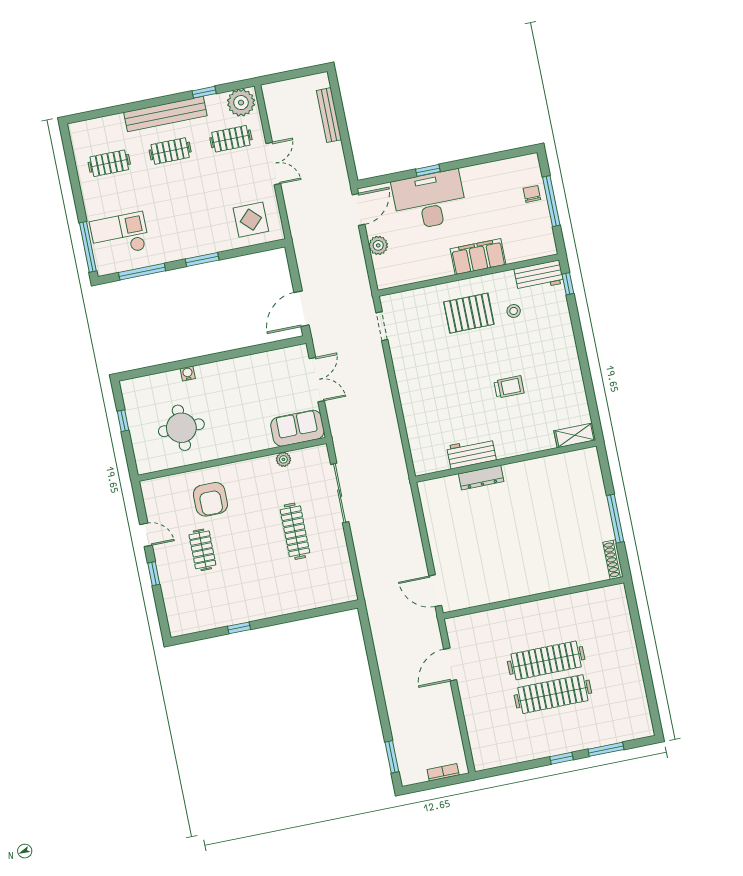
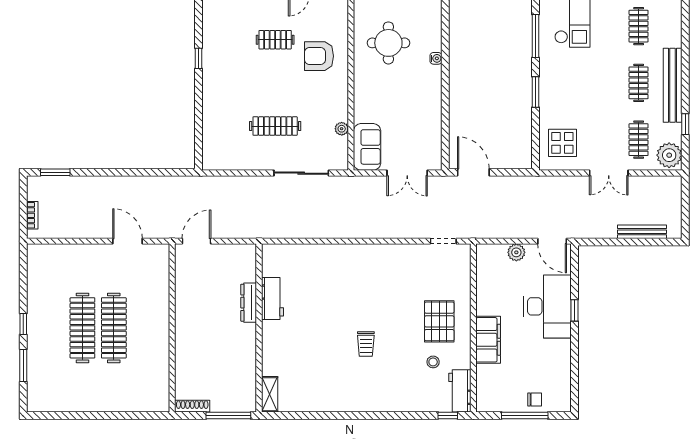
shelving: (575, 435) -> (270, 394), moved
workbench: (471, 453) -> (272, 298), moved
wall: (506, 461) -> (259, 328), moved
dresser: (481, 478) -> (249, 303), moved

